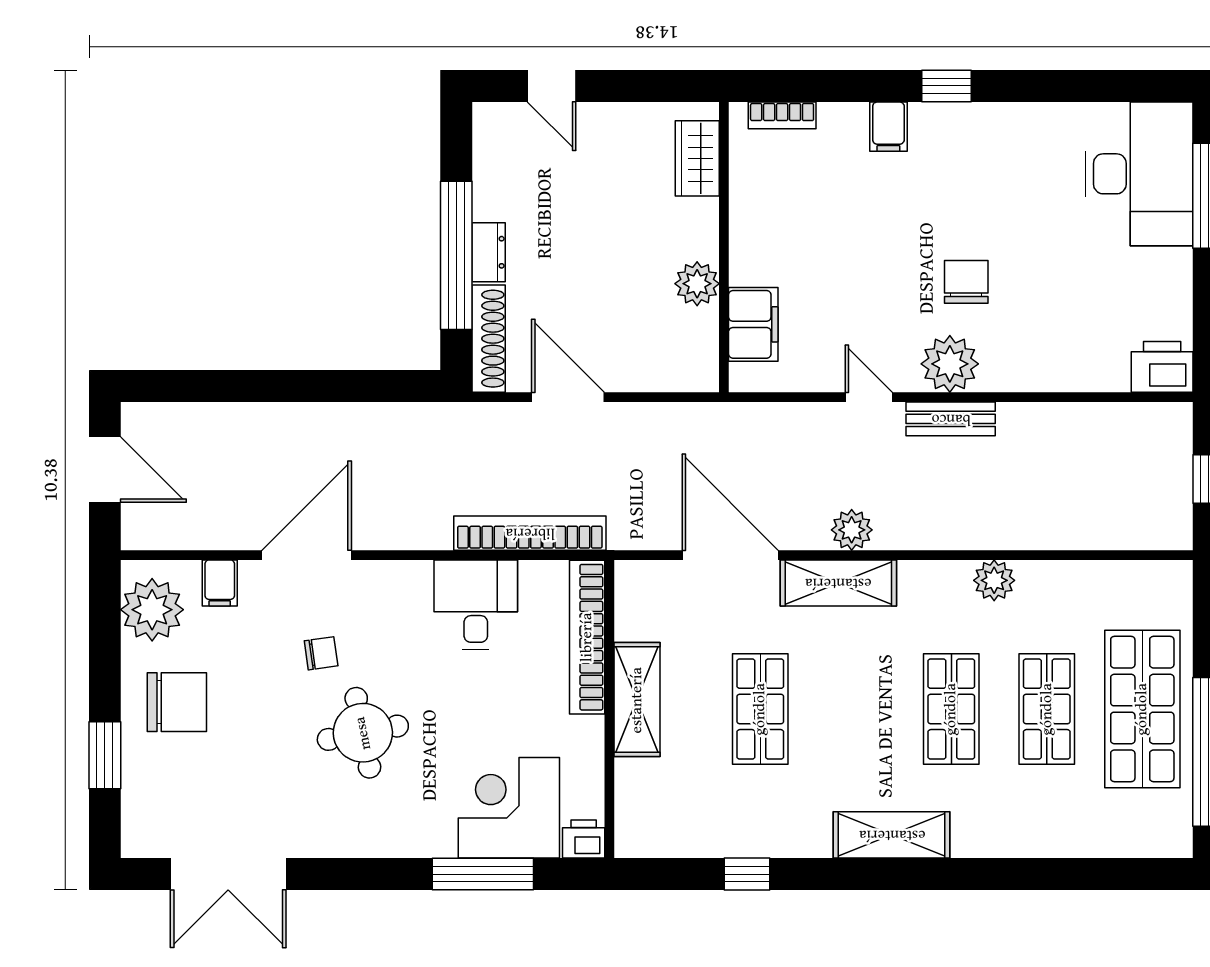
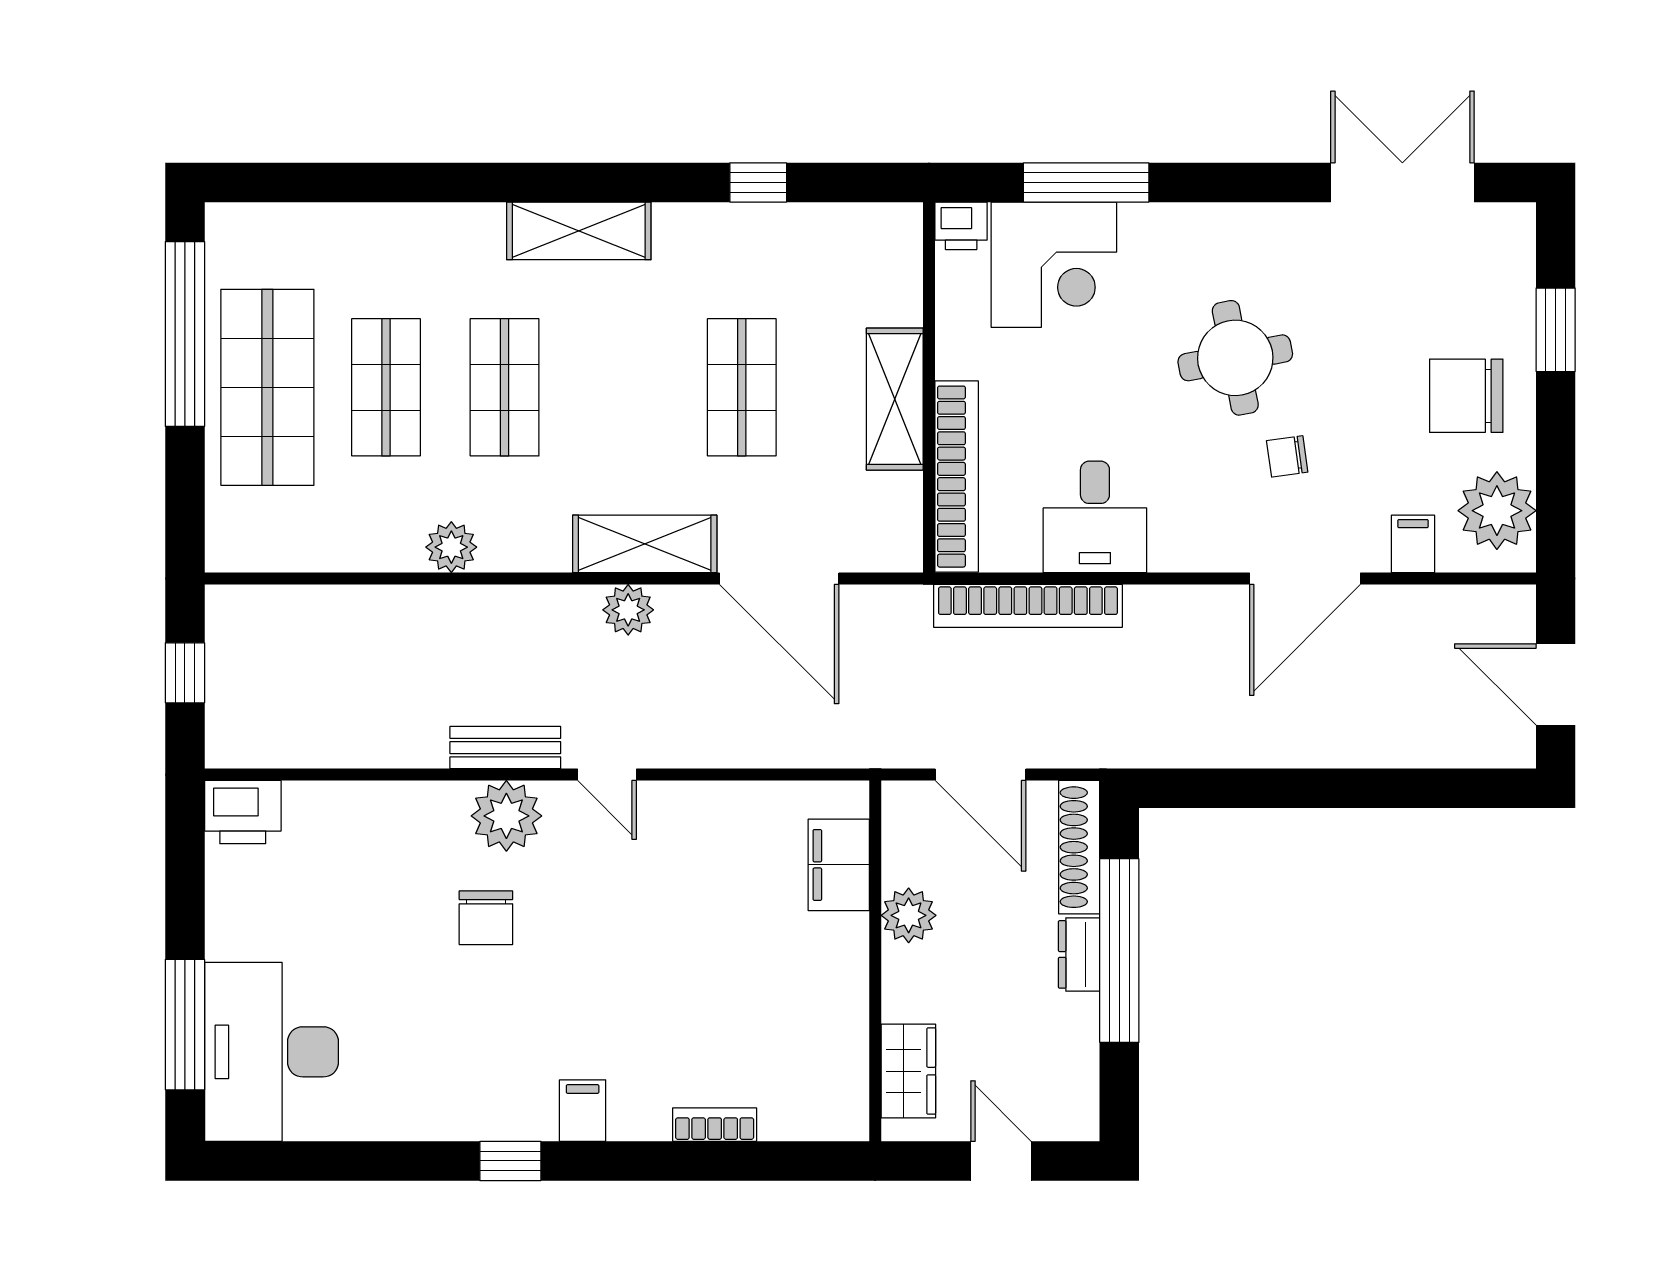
wardrobe: (697, 158) -> (908, 1071), moved
wall: (724, 247) -> (875, 961), moved
plant: (697, 284) -> (909, 915), moved
filing cabinet: (753, 324) -> (839, 865), moved

